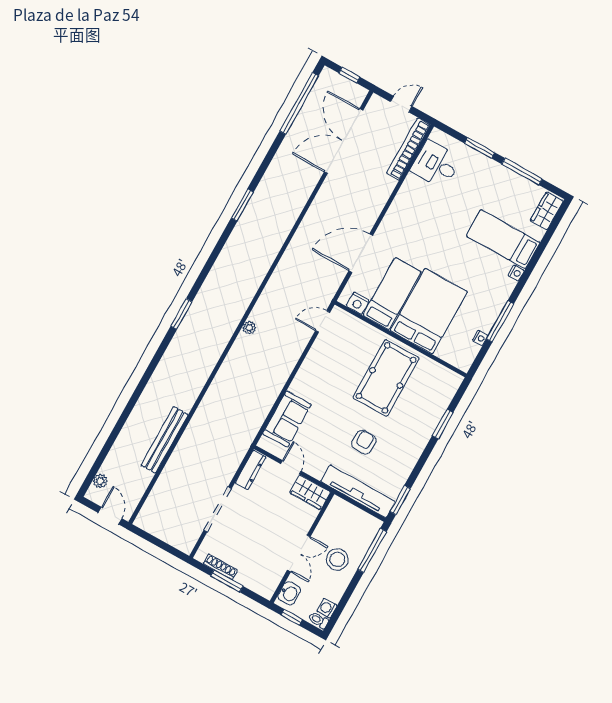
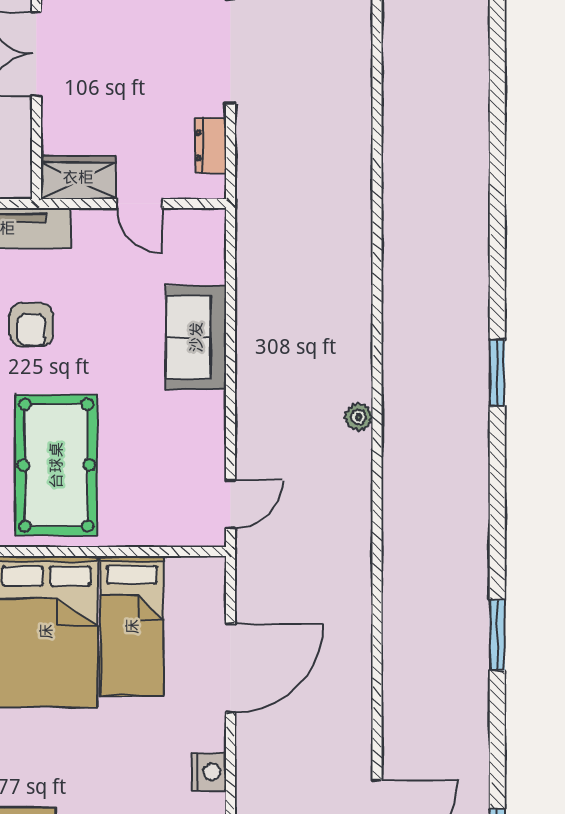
nightstand: (358, 303) -> (209, 772), moved, turned 90
sofa: (287, 419) -> (196, 337), moved
bench: (165, 440) -> (399, 125), removed
dresser: (251, 470) -> (211, 145), width x0.70

